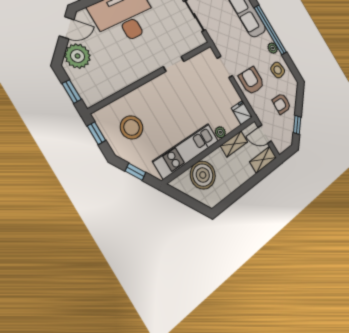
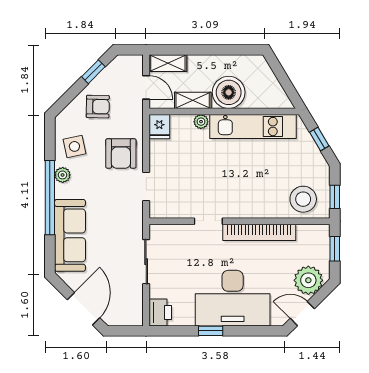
bookcase: (135, 74) -> (259, 232), added
stool: (132, 127) -> (303, 199), moved
boiler: (203, 175) -> (229, 92), moved

